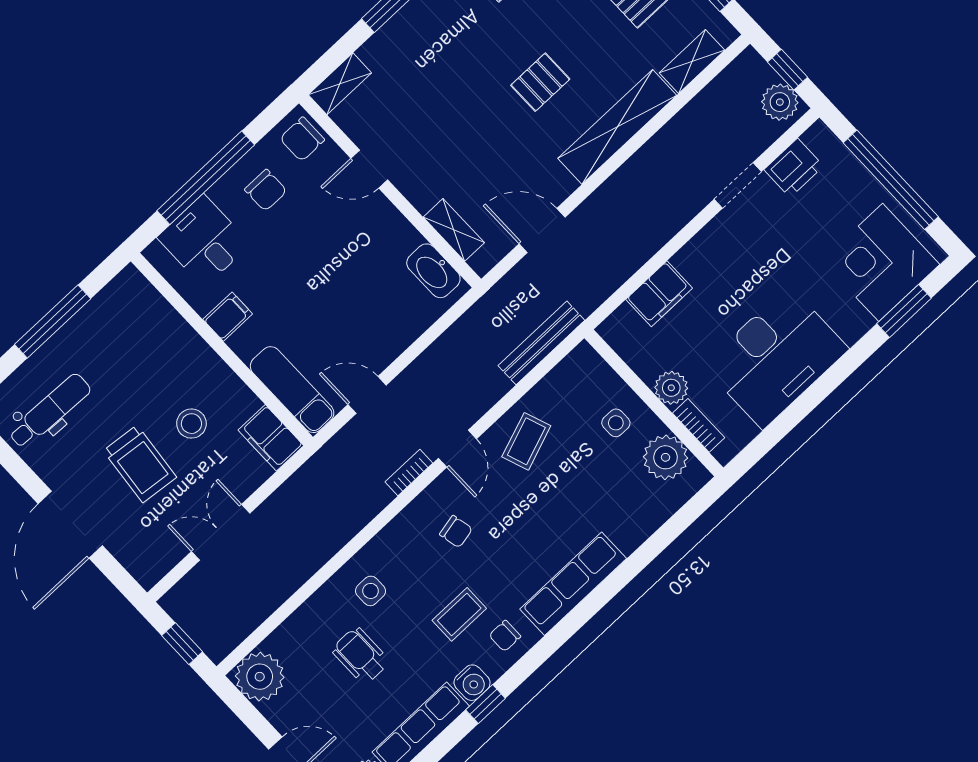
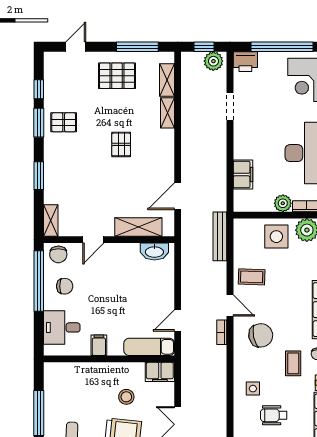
shelving: (617, 127) -> (168, 113), width x0.45, depth x0.75
printer: (794, 168) -> (245, 62), moved, turned 90
window: (206, 178) -> (39, 281), moved
shelving: (454, 230) -> (138, 227), width x1.50, depth x1.33
side table: (616, 423) -> (276, 237), width x1.87, depth x1.87
coffee table: (526, 441) -> (252, 277), turned -68
chair: (456, 532) -> (261, 335), width x1.87, depth x1.87

